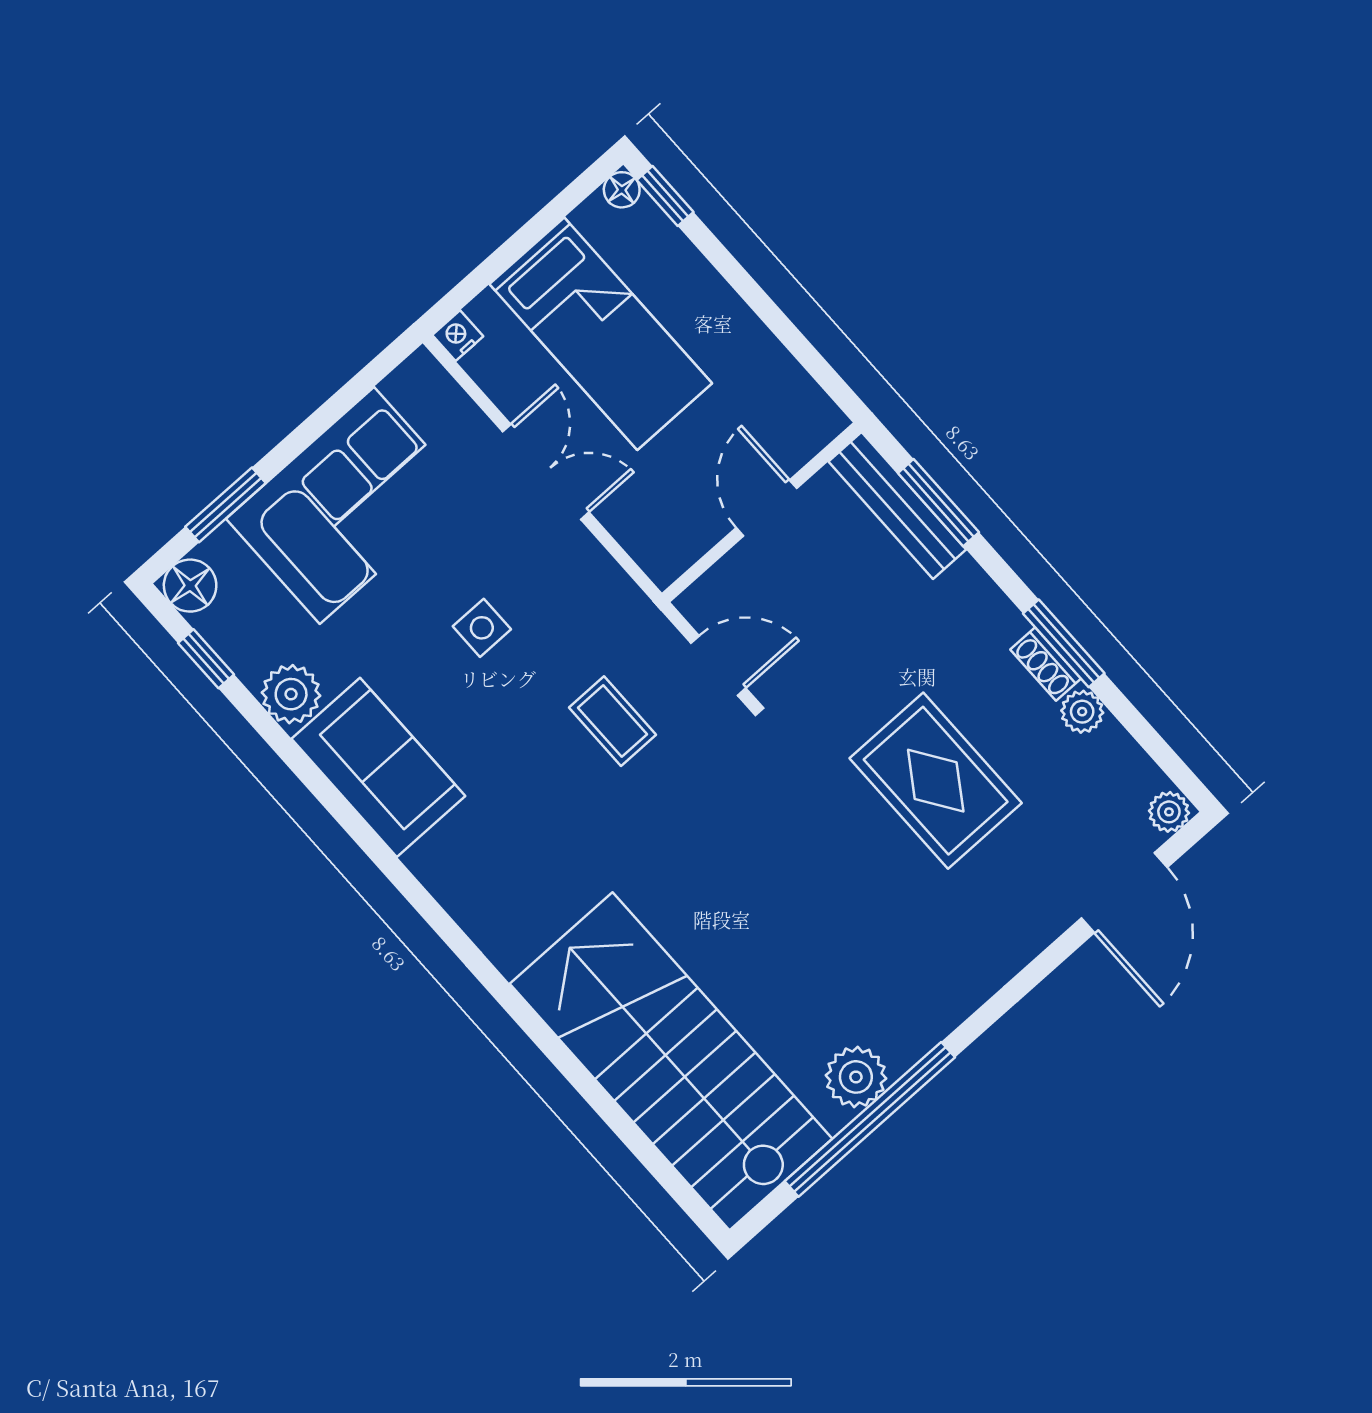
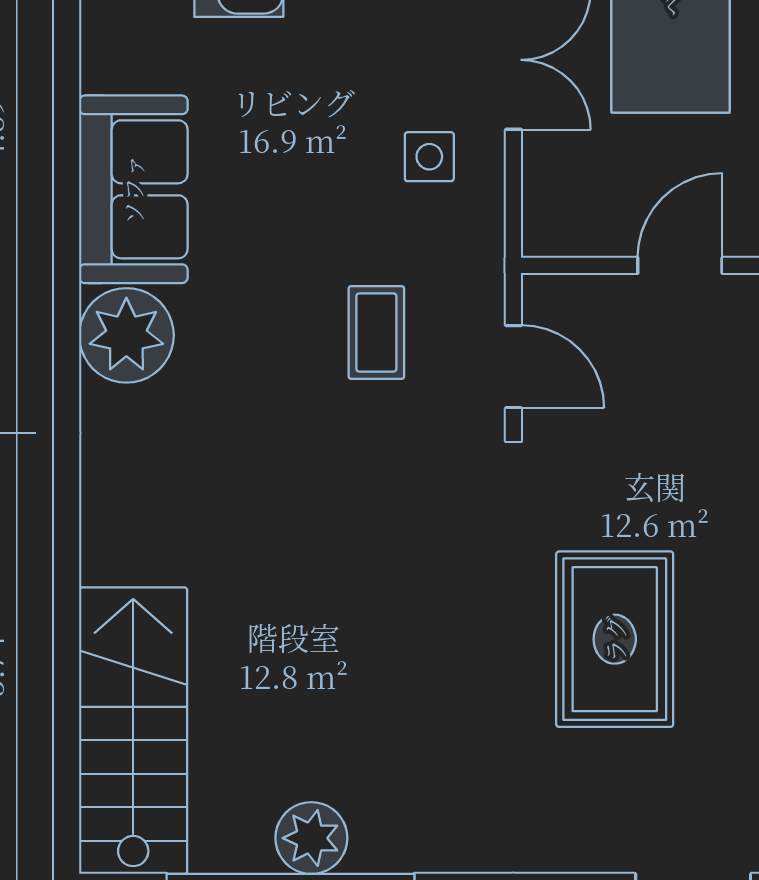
side table: (482, 628) -> (429, 157), moved
plant: (291, 694) -> (126, 335), moved, width x1.36, depth x1.36
stairs: (671, 1061) -> (133, 731), width x0.73, depth x0.66

